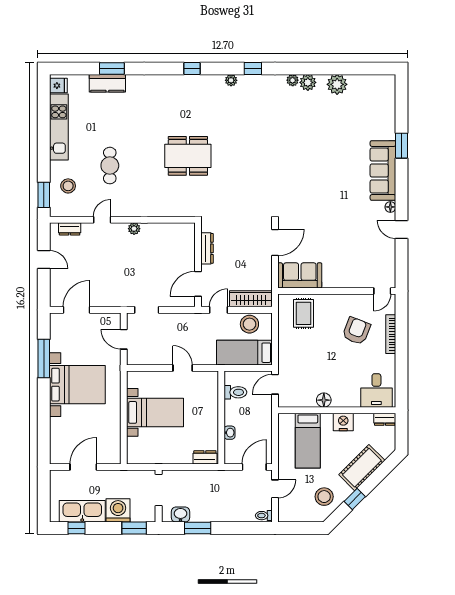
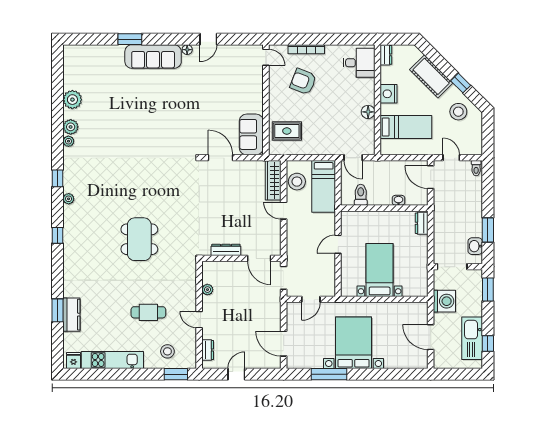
dresser: (207, 248) -> (226, 250), moved
wall: (198, 265) -> (241, 258), moved
door: (198, 284) -> (259, 258), moved
washing machine: (118, 510) -> (444, 301), moved, turned 180

